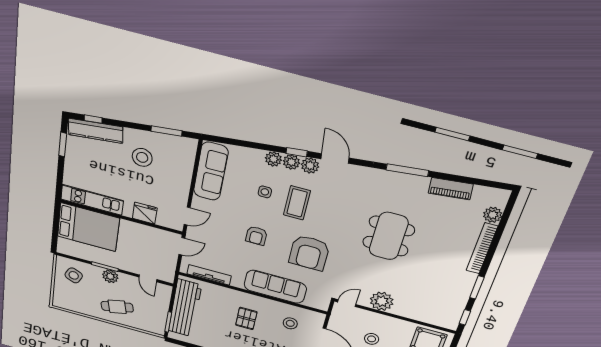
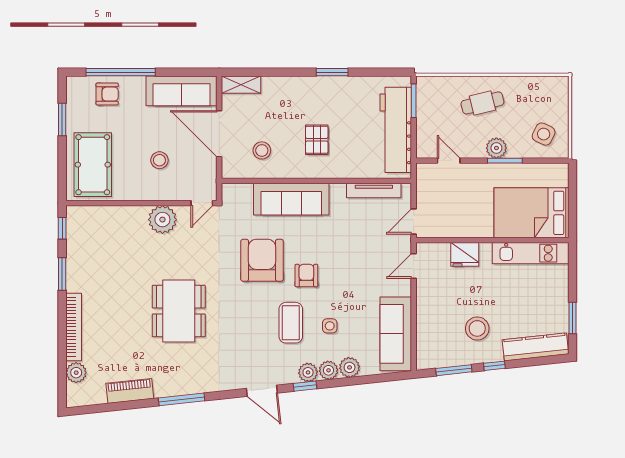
window: (93, 119) -> (494, 366), moved
plant: (310, 166) -> (350, 367), moved
armchair: (256, 236) -> (306, 275), moved

